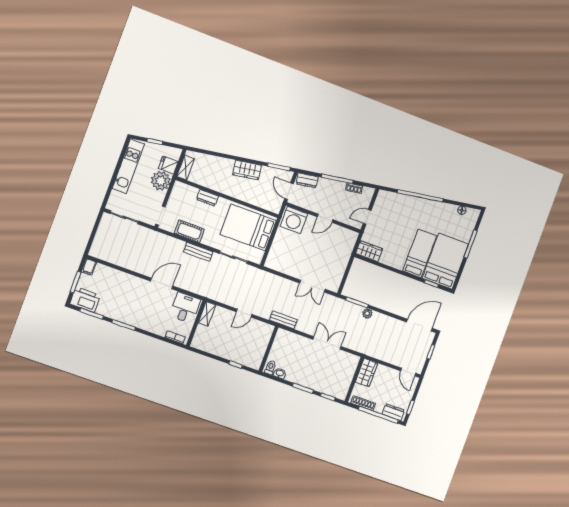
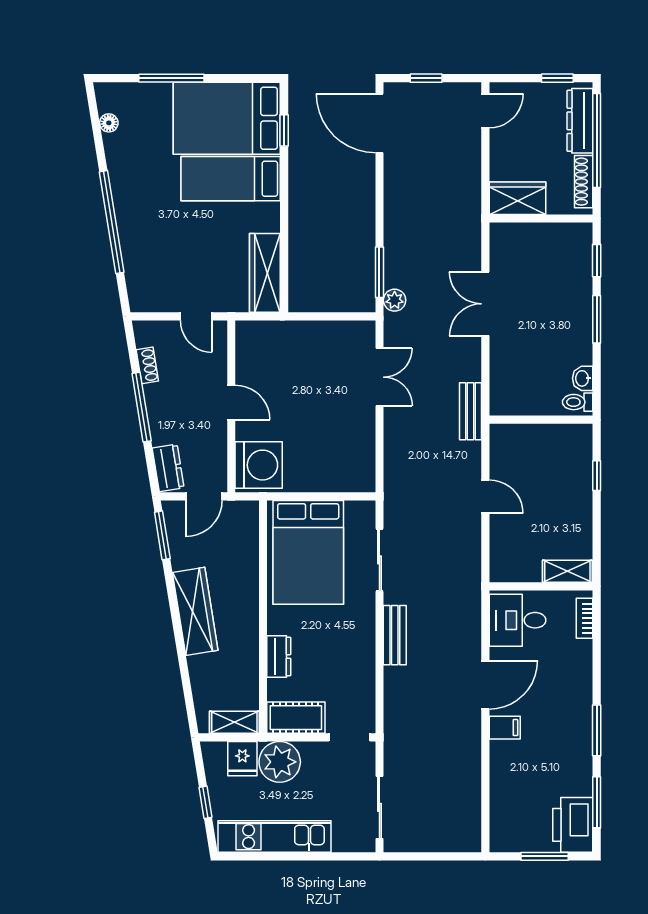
wardrobe: (247, 170) -> (195, 611), width x1.50
cot: (189, 231) -> (296, 718), moved, turned 90
wardrobe: (369, 251) -> (265, 273), width x1.50
filing cabinet: (89, 267) -> (505, 728), moved
door: (162, 283) -> (485, 685), swing flipped
plant: (367, 313) -> (395, 300), moved
shelving: (207, 314) -> (567, 571), moved
dresser: (393, 412) -> (580, 121), width x1.44

